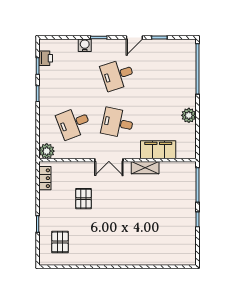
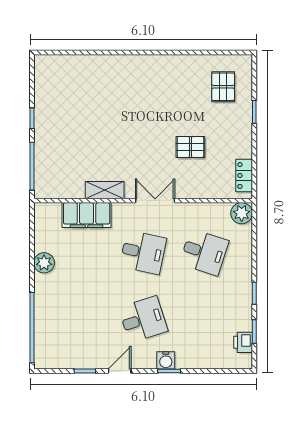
water cooler: (85, 45) -> (166, 360), moved
desk: (74, 123) -> (204, 252), turned 39
pallet: (84, 199) -> (190, 147), turned 90

